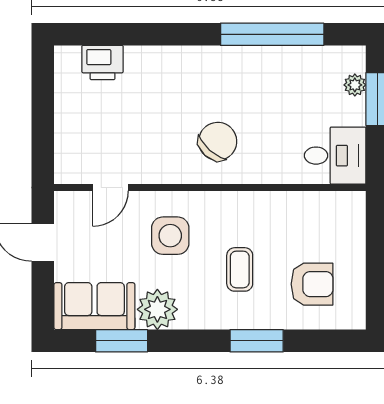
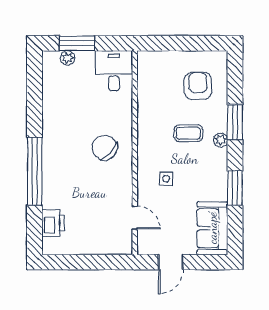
window: (272, 34) -> (35, 171), moved
side table: (170, 236) -> (166, 179), width x0.54, depth x0.54
plant: (157, 309) -> (221, 140), moved, width x0.53, depth x0.53
window: (122, 341) -> (235, 188), moved

